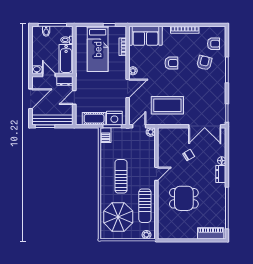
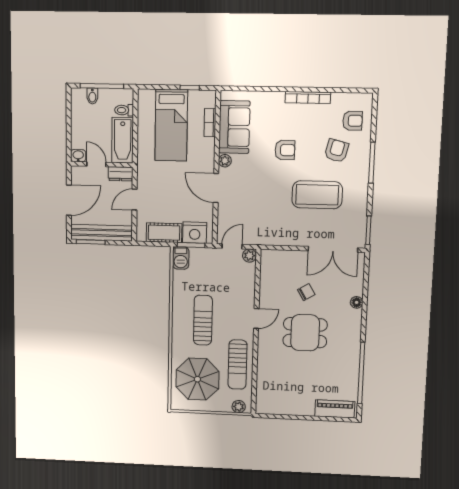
sofa: (146, 36) -> (234, 127), moved, turned -90
door: (128, 89) -> (216, 188), swing flipped
coffee table: (167, 105) -> (317, 195), moved
dresser: (221, 174) -> (354, 322), removed
dining table: (184, 198) -> (305, 333), moved

